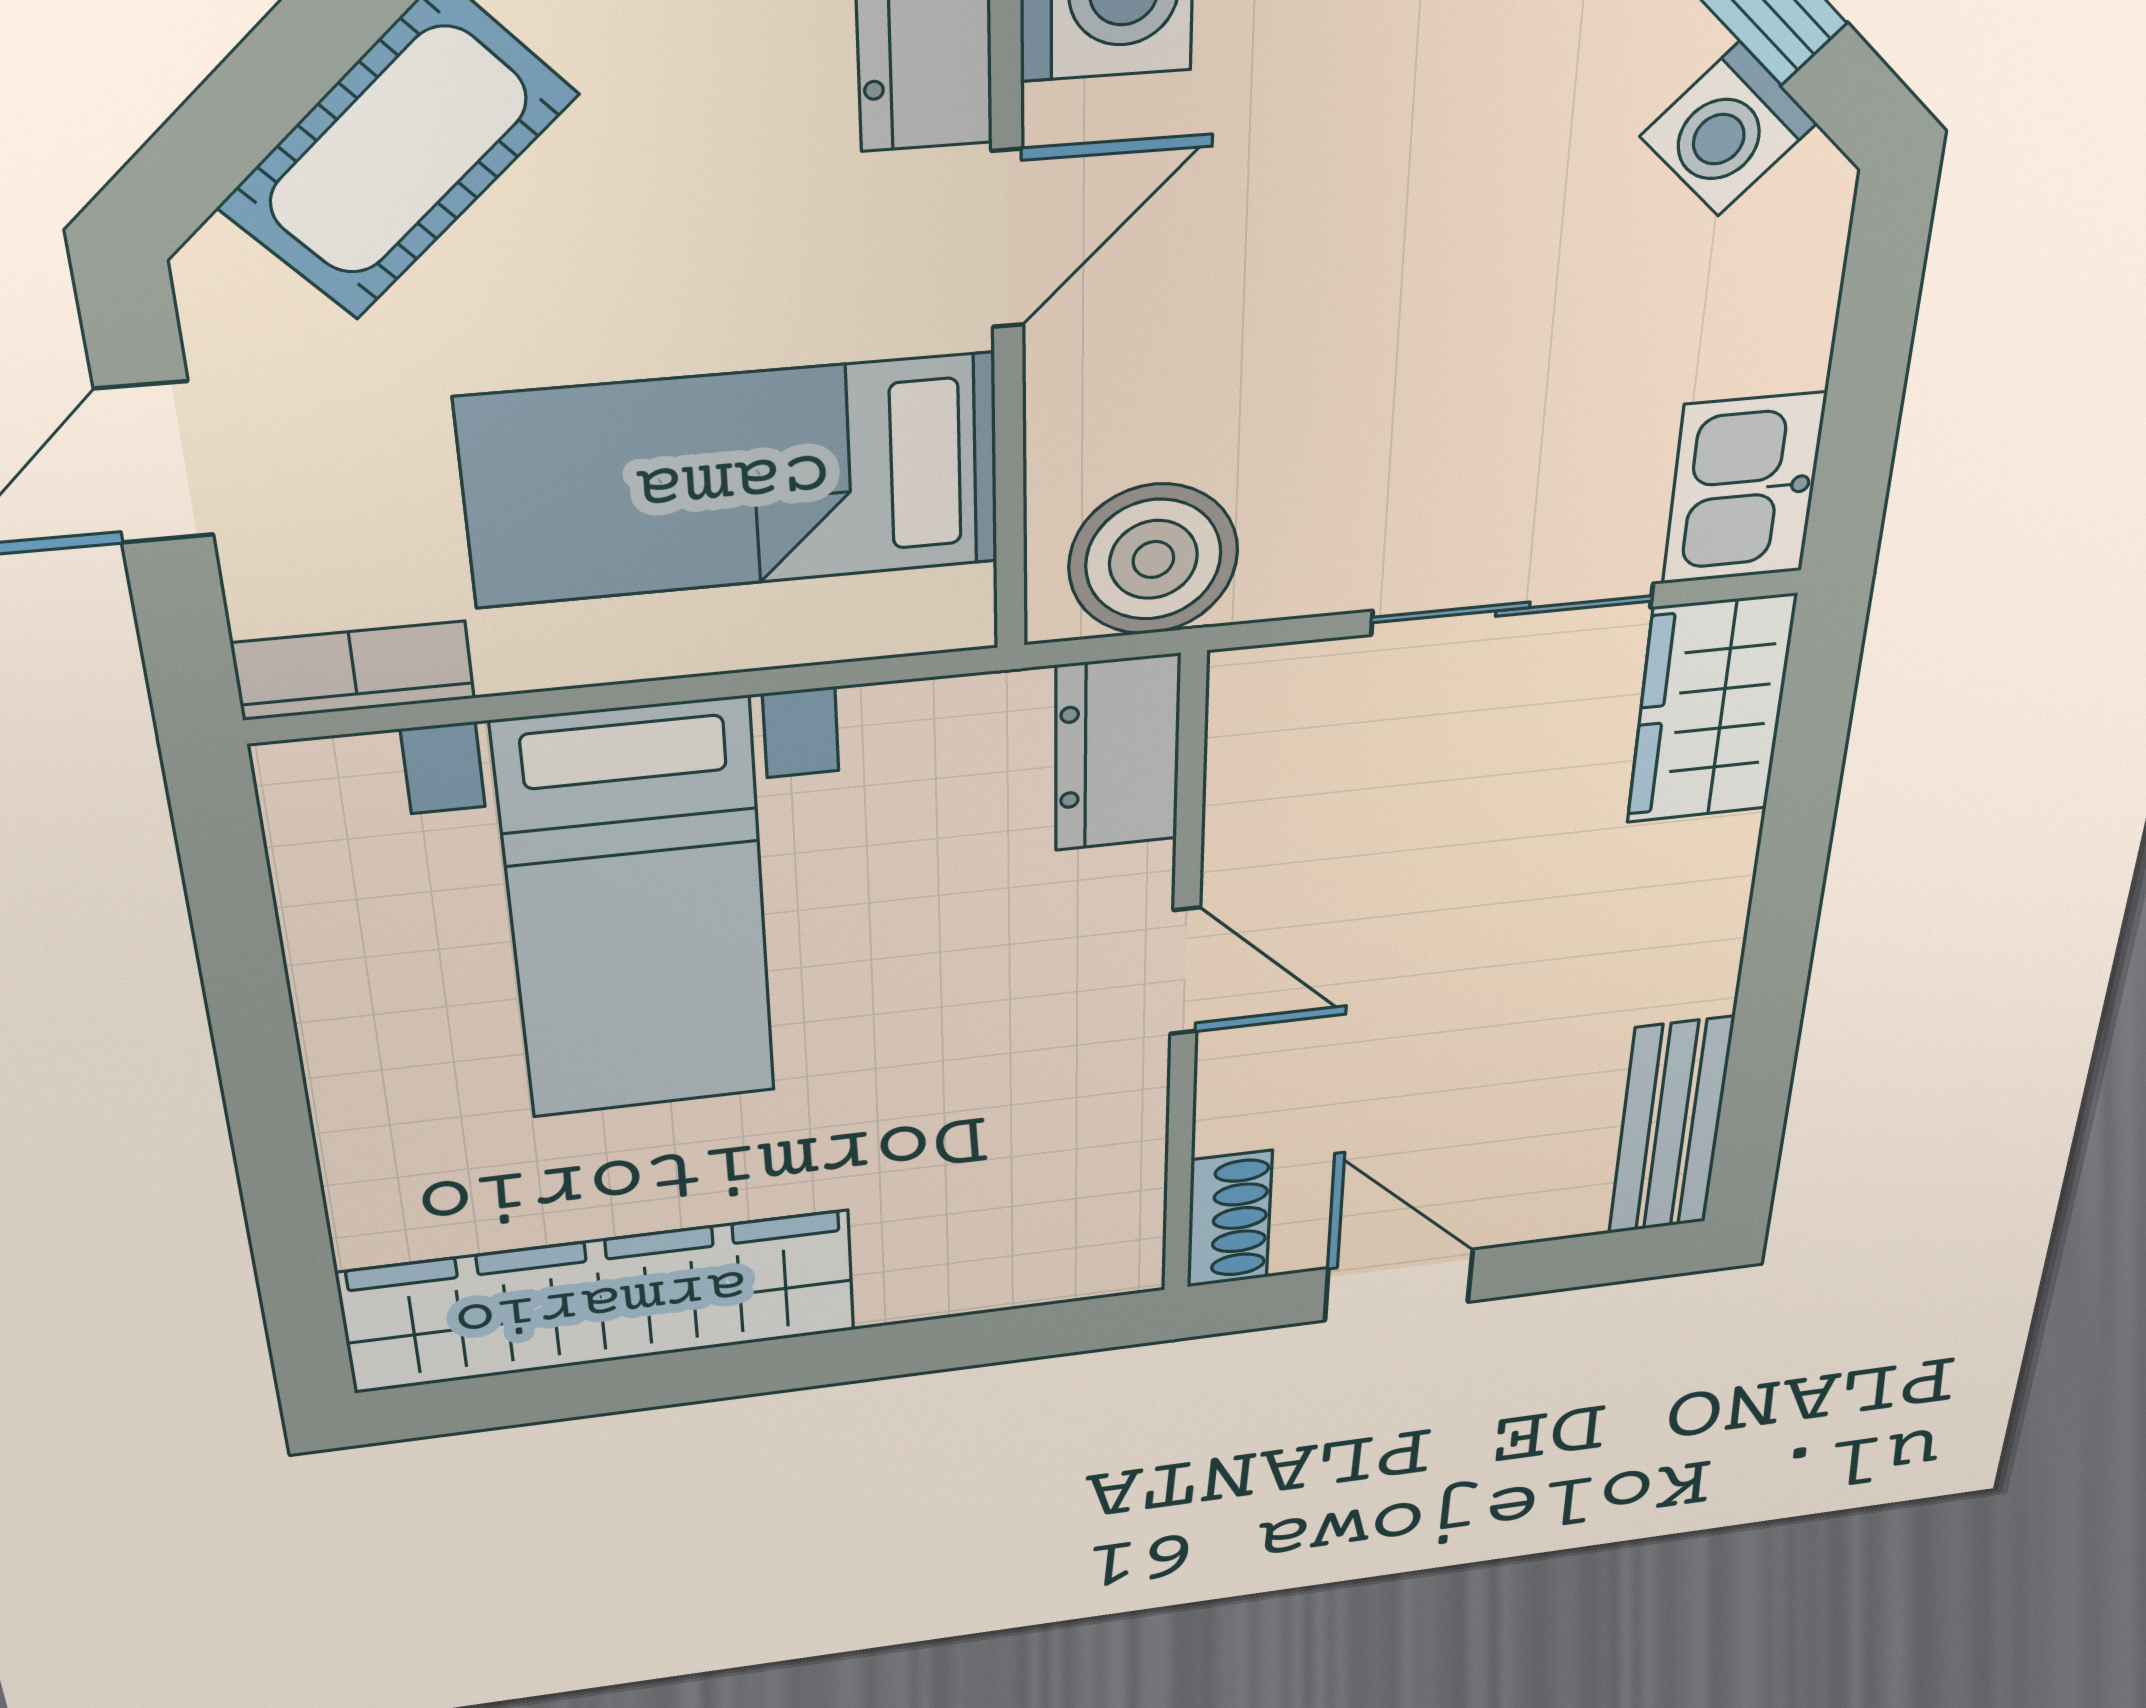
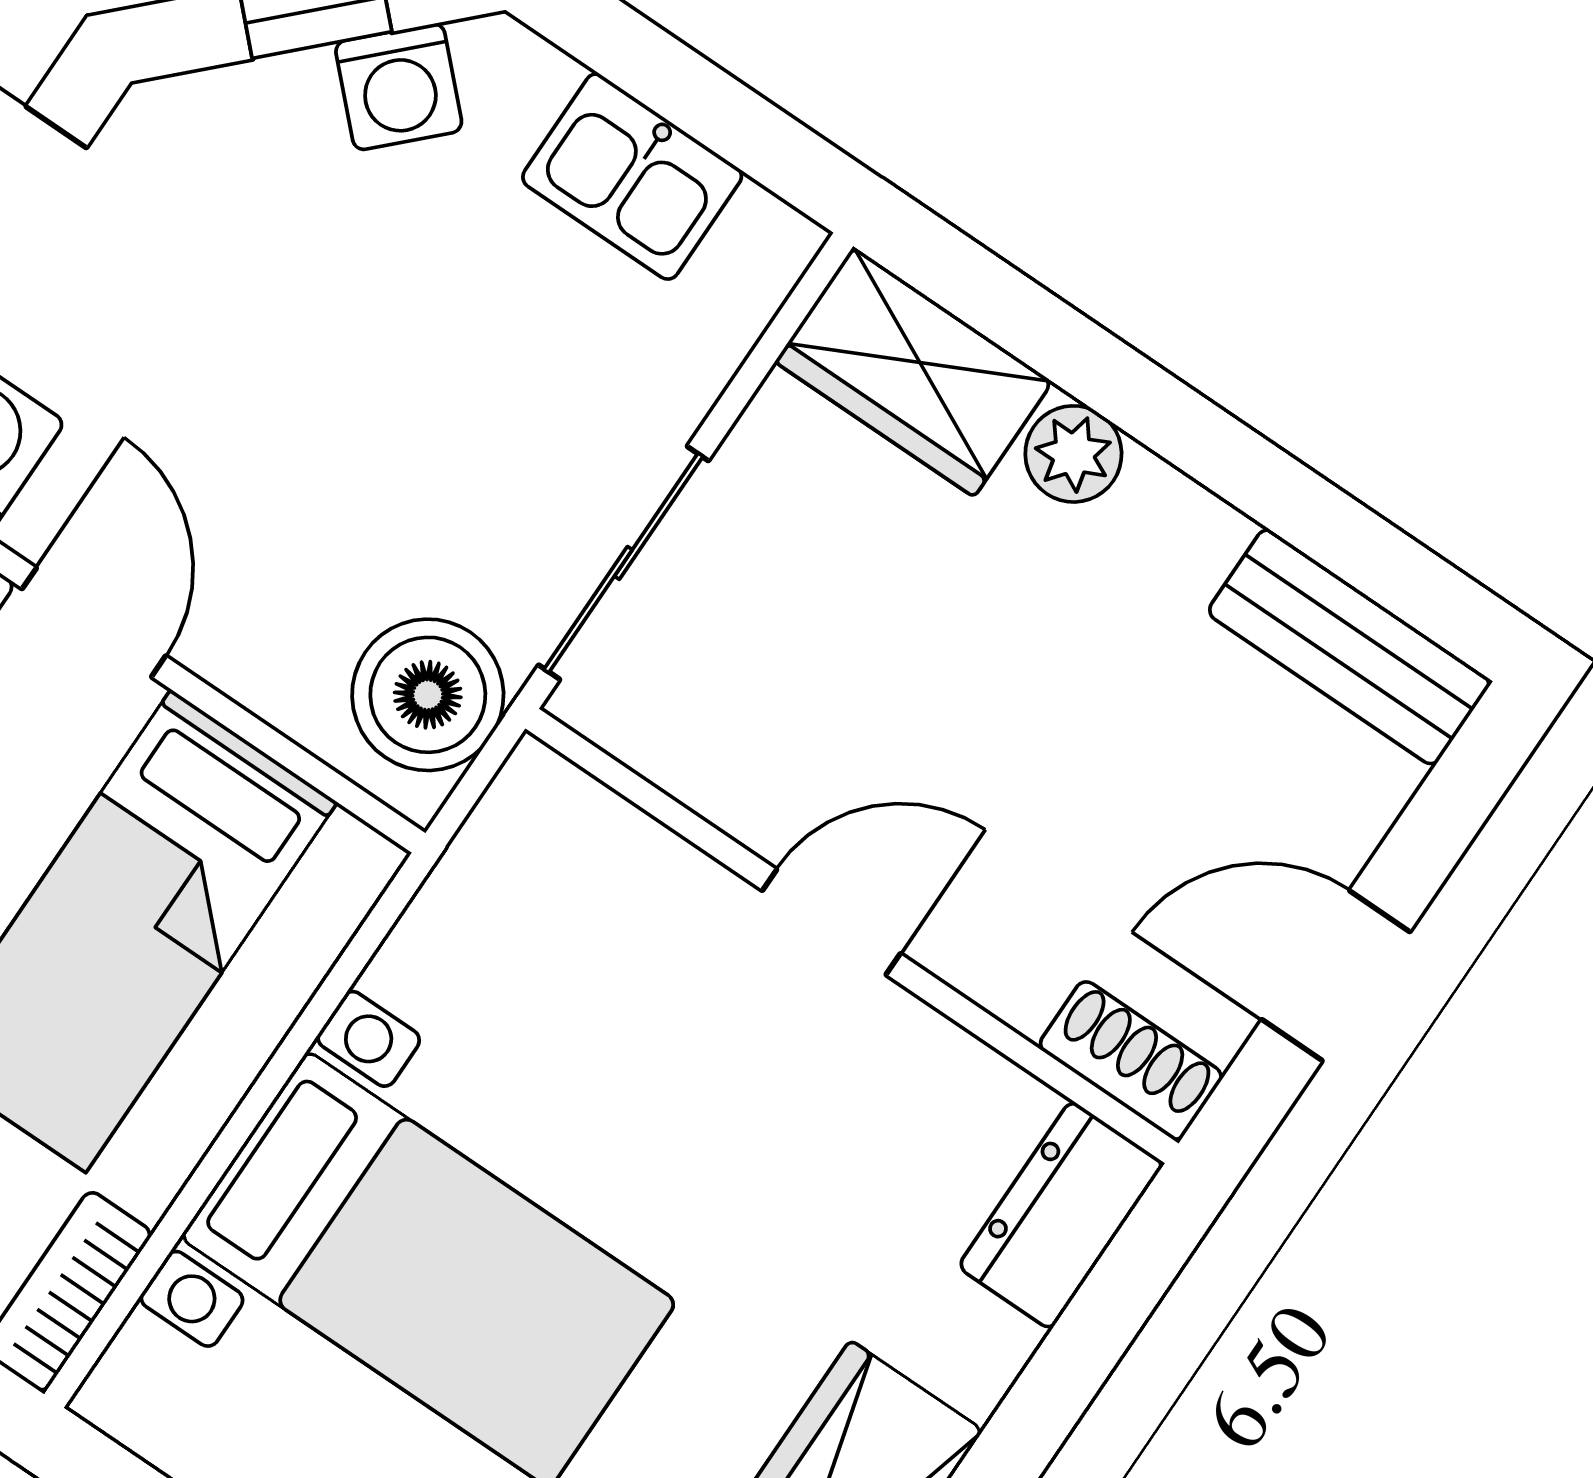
kitchen sink: (1744, 489) -> (632, 177), moved
sliding door: (1513, 609) -> (623, 563), moved
dresser: (1117, 753) -> (1061, 1215), moved, turned 90
plant: (1712, 861) -> (1073, 454), added

